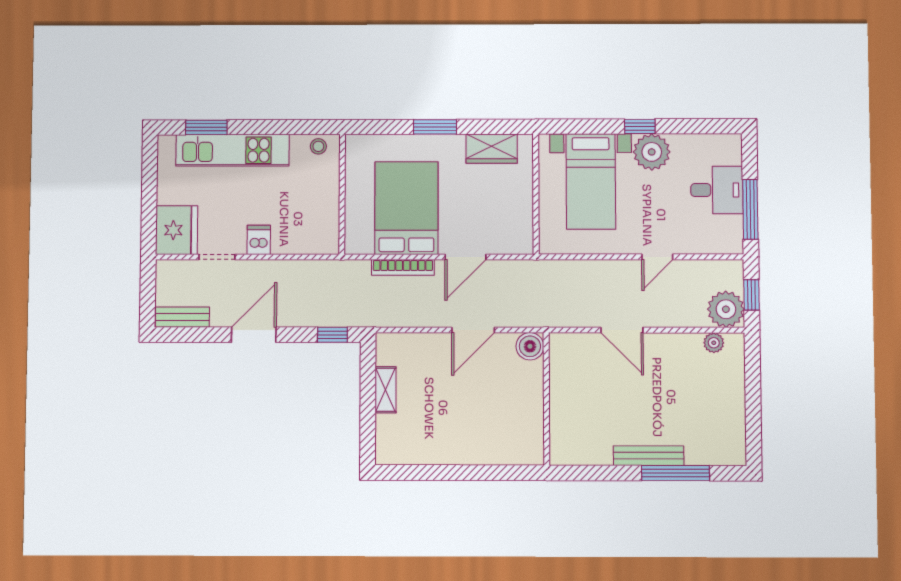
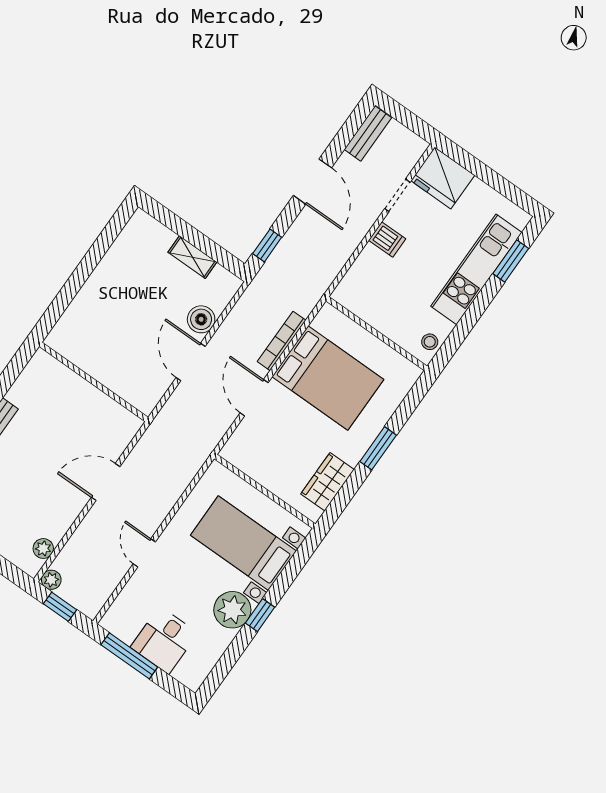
plant: (726, 309) -> (51, 580), width x0.53, depth x0.53
boiler: (530, 346) -> (201, 319), moved

